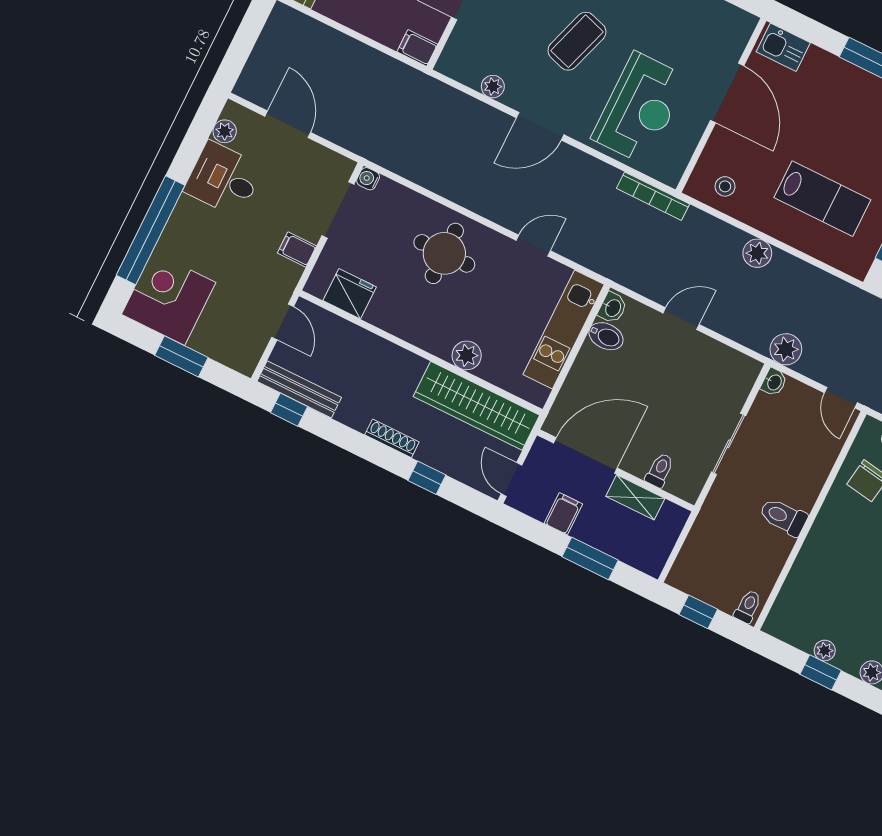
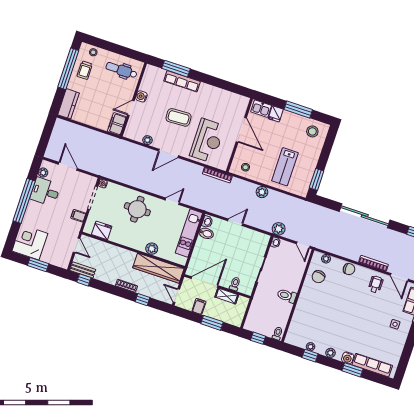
coffee table: (577, 41) -> (179, 117), turned 69
filing cabinet: (417, 48) -> (117, 124), width x2.00
fridge: (818, 65) -> (276, 114), added
lab bench: (822, 199) -> (285, 167), turned 90
window: (151, 230) -> (24, 201), moved
bench: (299, 389) -> (83, 270), width x0.73

